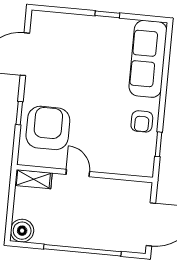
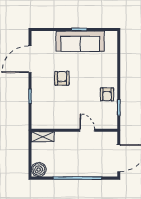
sofa: (148, 59) -> (80, 41), moved, turned -90
armchair: (48, 128) -> (62, 78), moved, width x0.53, depth x0.53
door: (78, 173) -> (87, 130), moved

